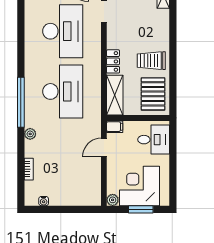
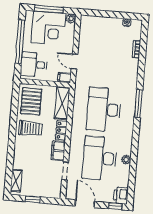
filing cabinet: (115, 36) -> (58, 151), added
window: (21, 102) -> (138, 104), width x0.68
plant: (30, 134) -> (126, 160), moved
door: (104, 148) -> (74, 61), swing flipped
window: (173, 166) -> (20, 42), added
window: (141, 209) -> (49, 9), width x1.44

